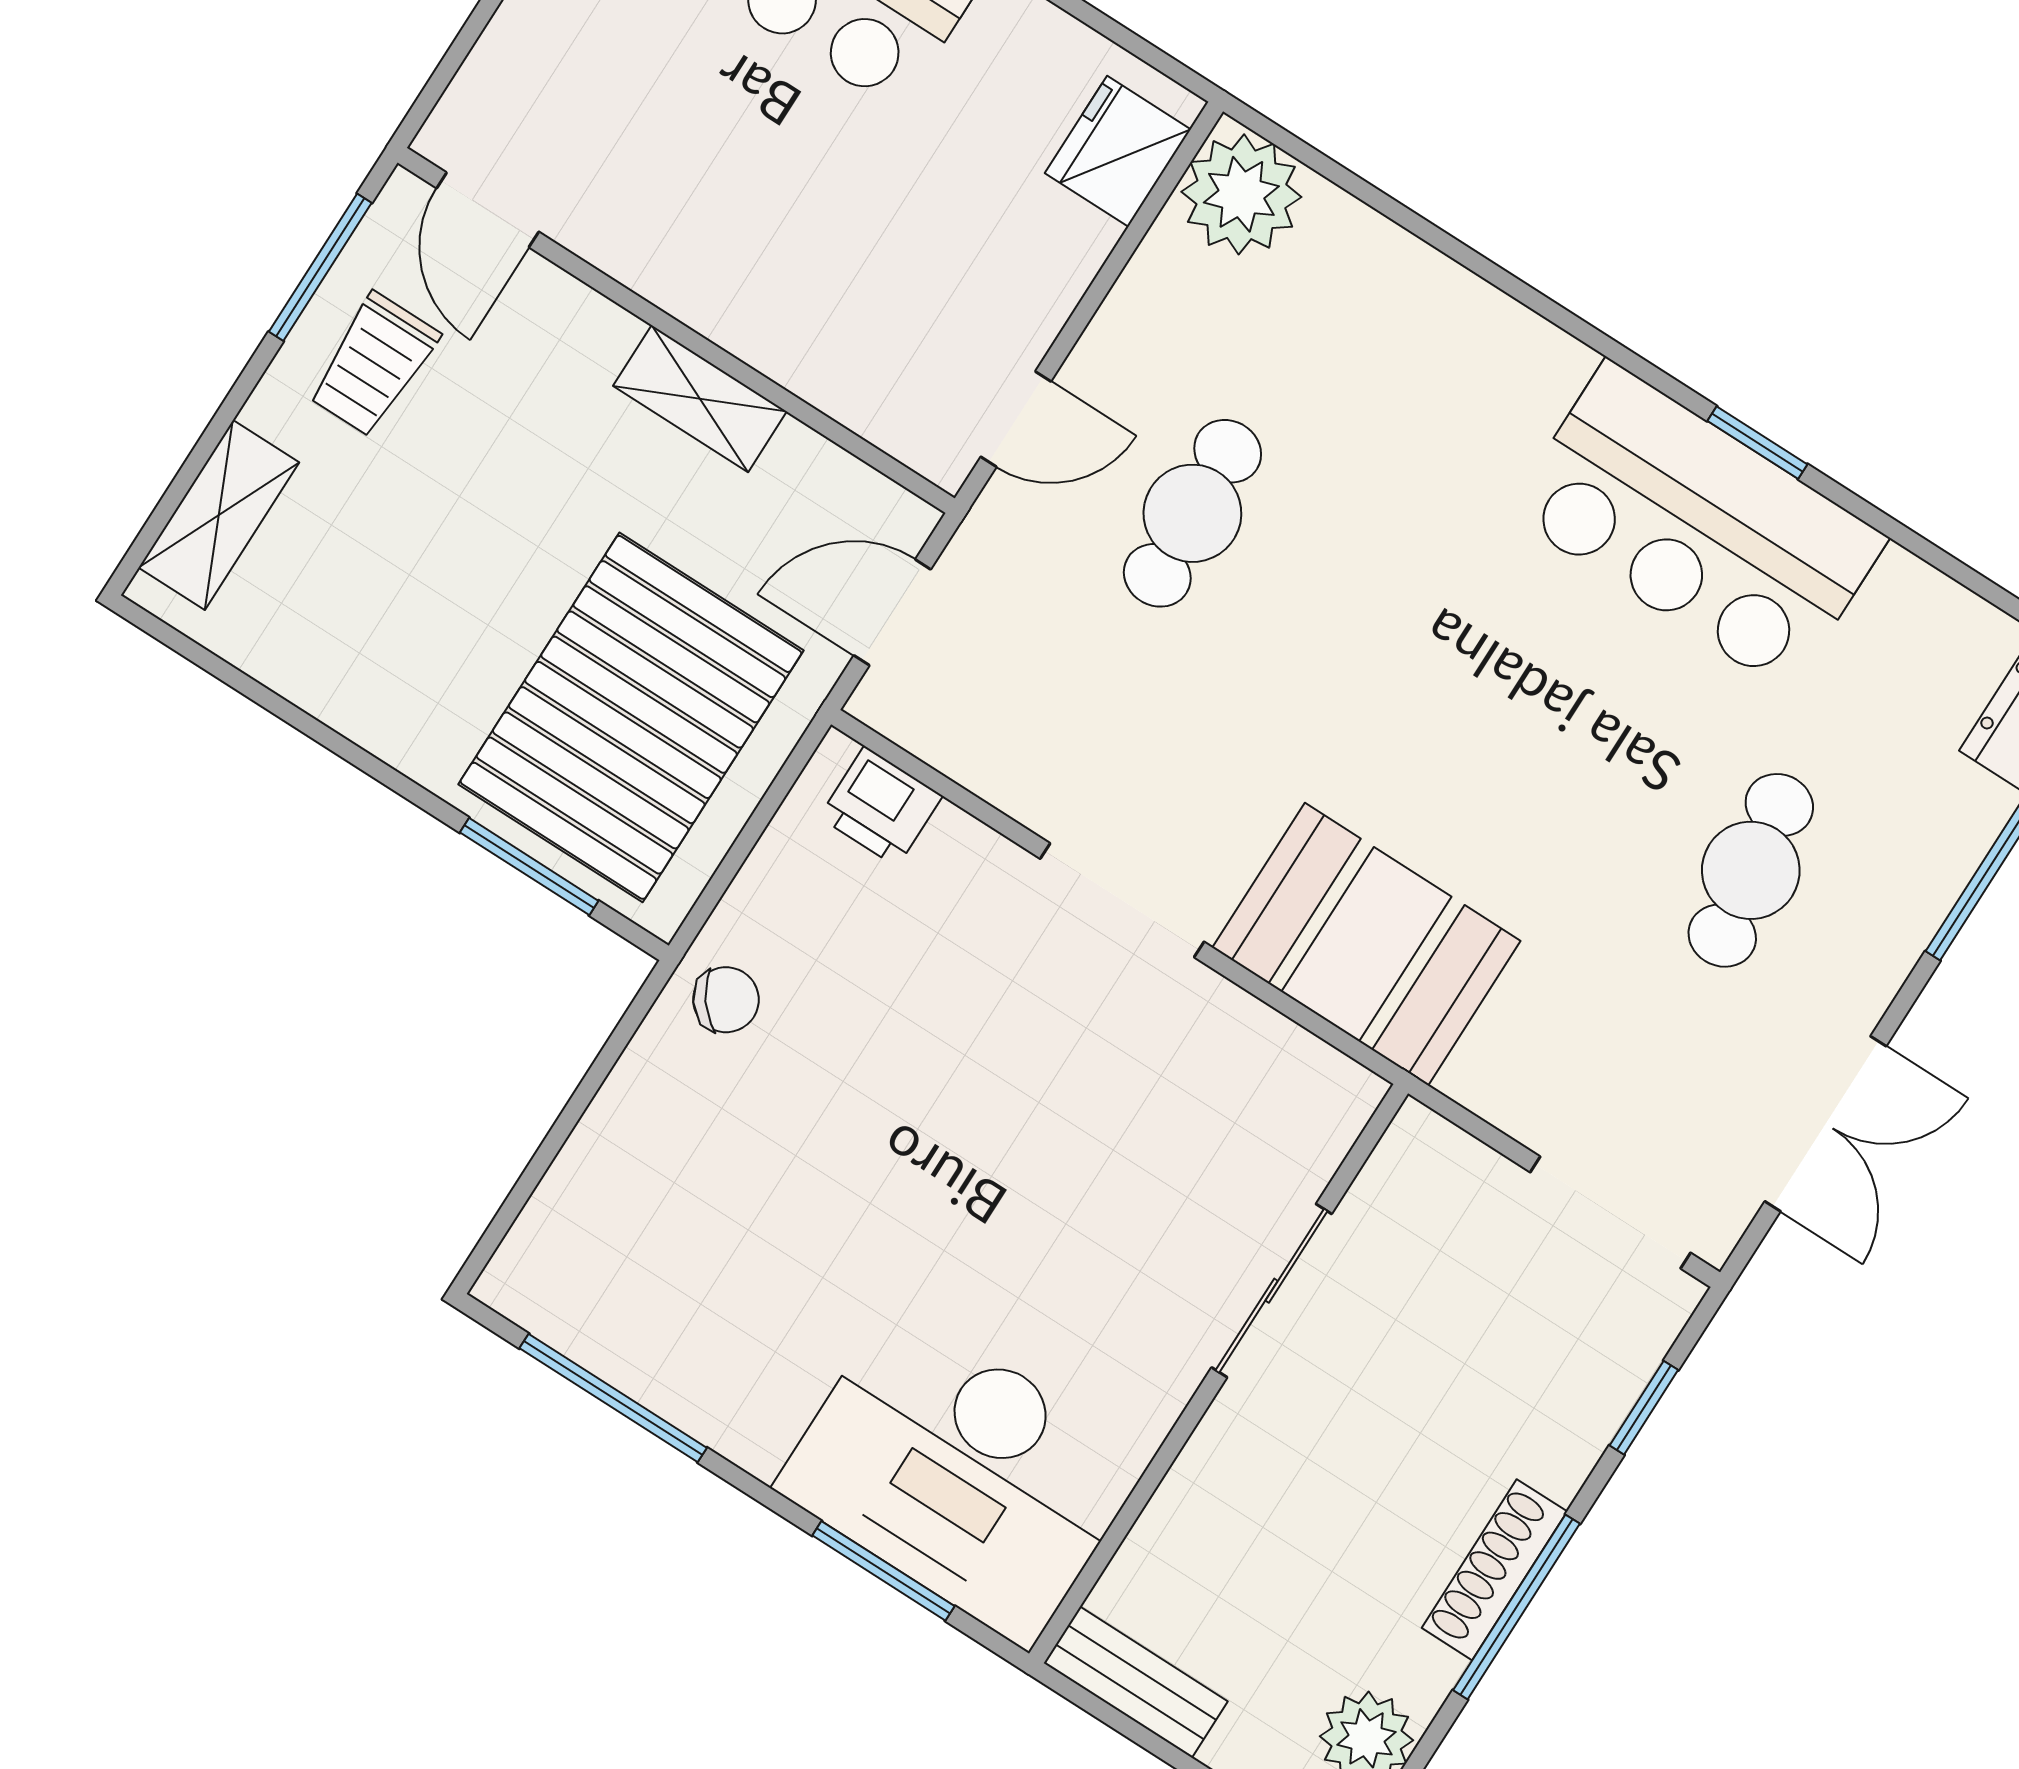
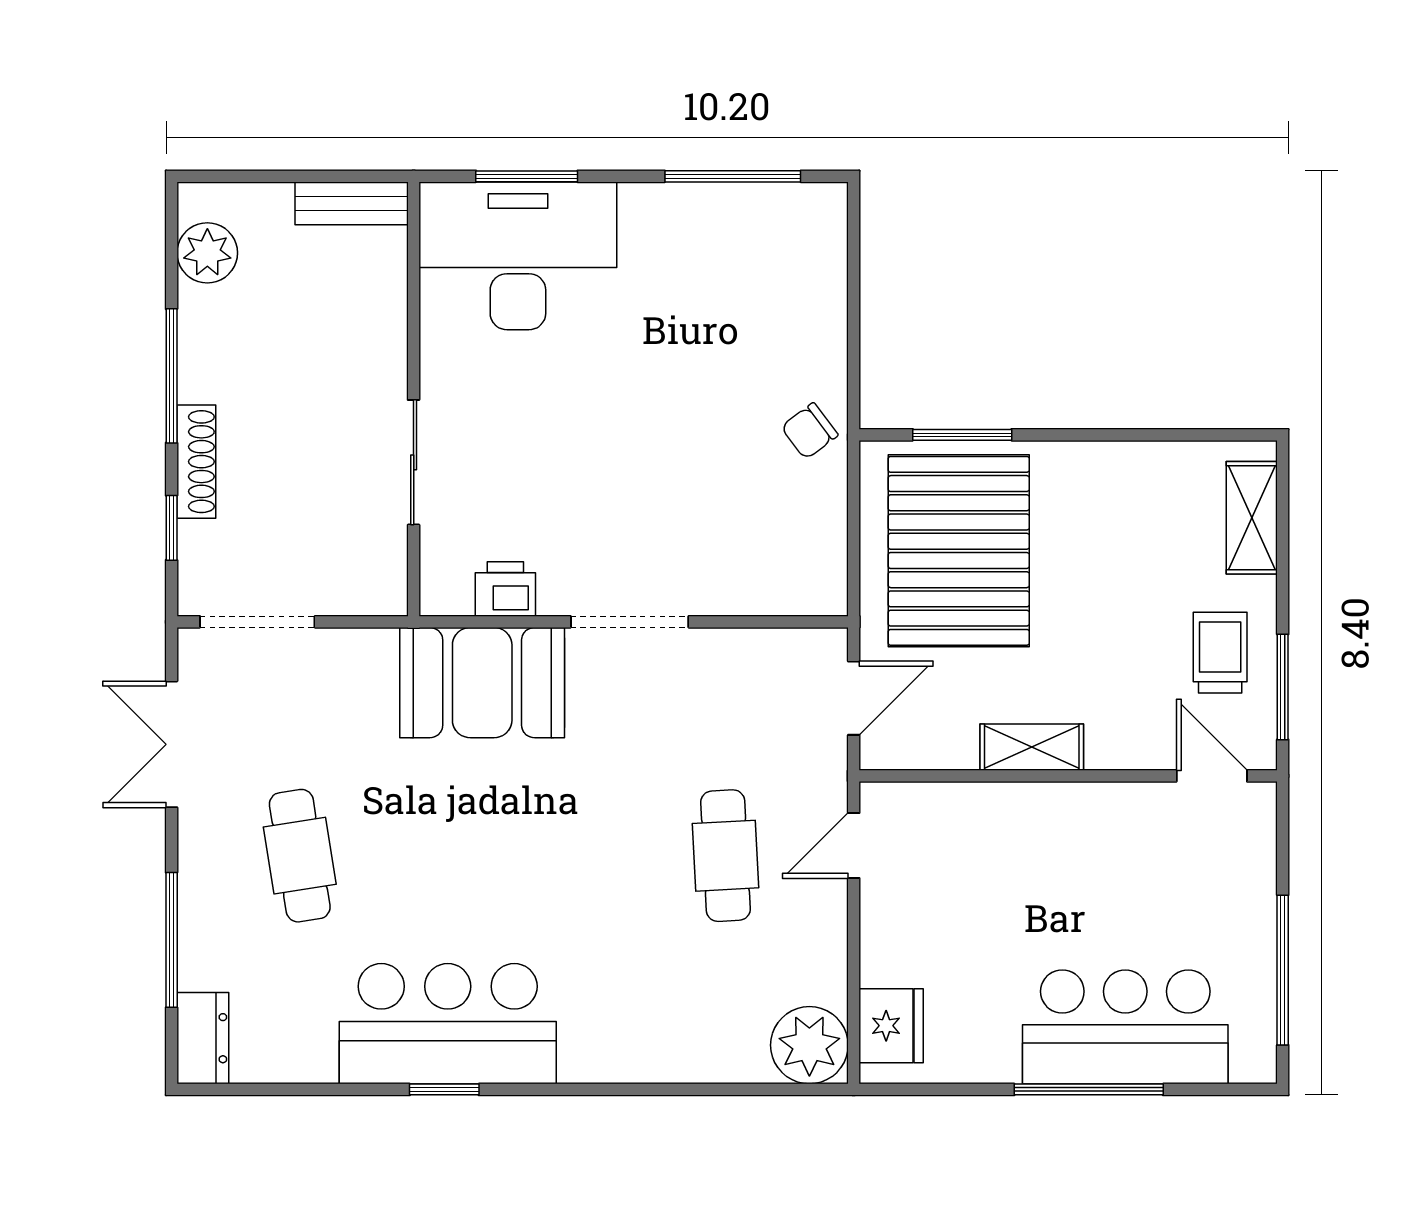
printer: (881, 806) -> (505, 589), moved
shoe rack: (1494, 1570) -> (196, 462), moved

